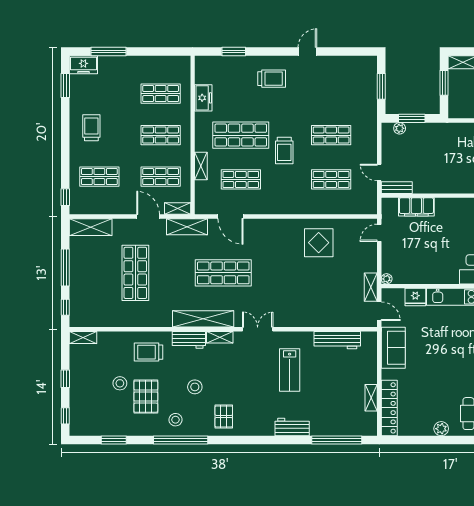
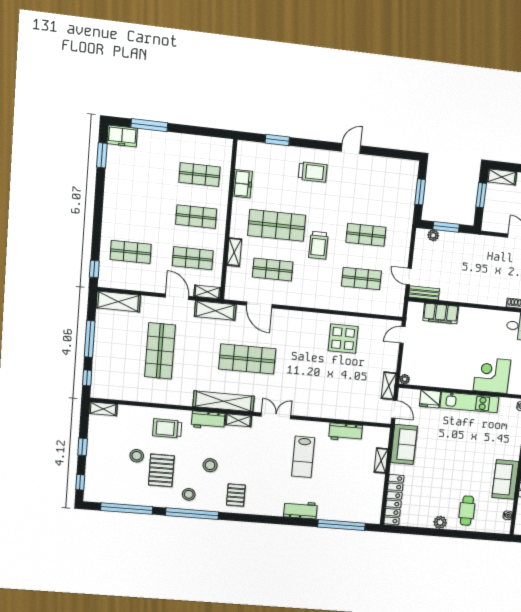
trolley: (91, 128) -> (126, 202), removed
workbench: (337, 340) -> (346, 432), width x0.73
shelving: (371, 398) -> (381, 460), moved
window: (114, 440) -> (127, 509), width x2.11

